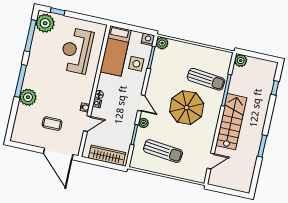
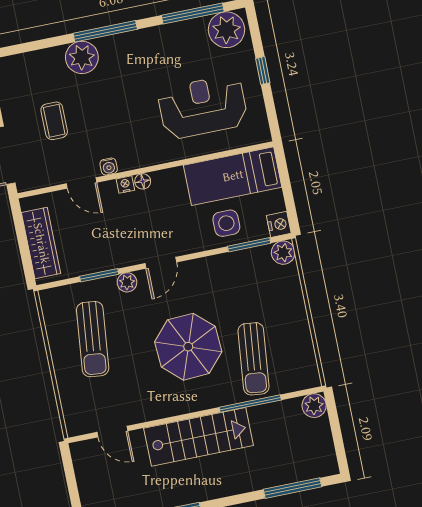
window: (58, 12) -> (263, 71), moved
window: (275, 88) -> (292, 488), width x2.17

